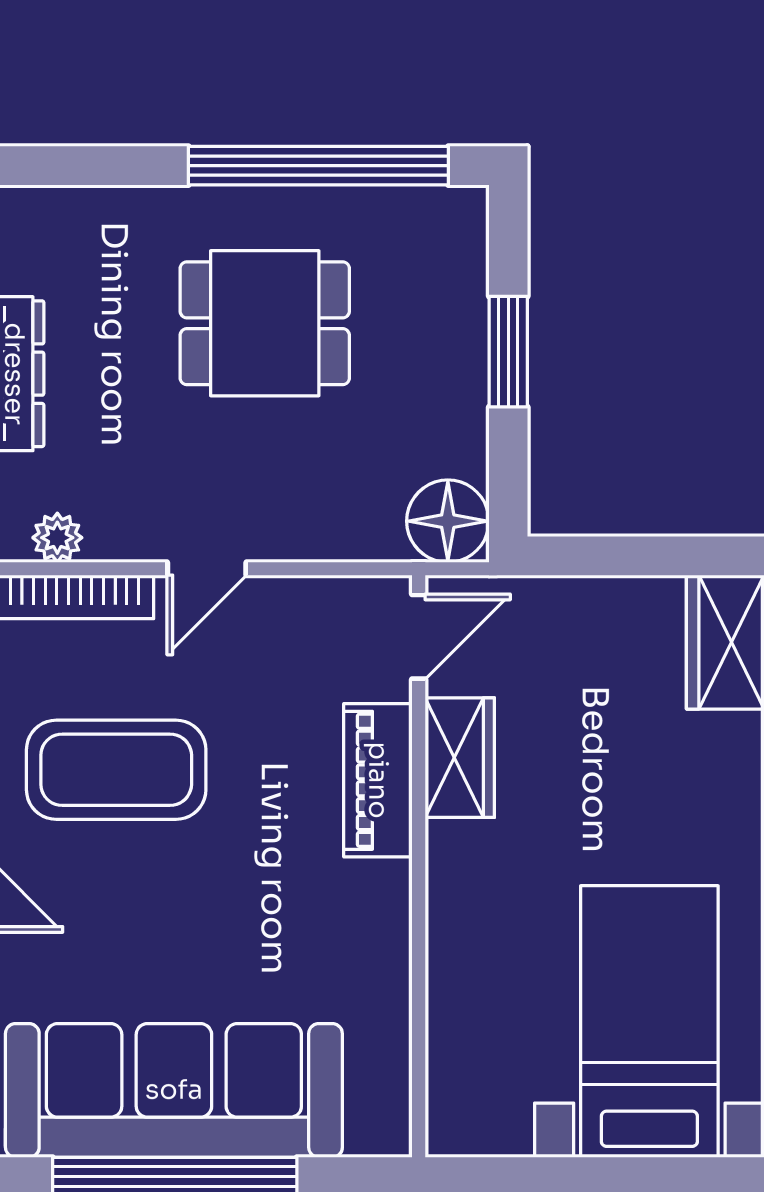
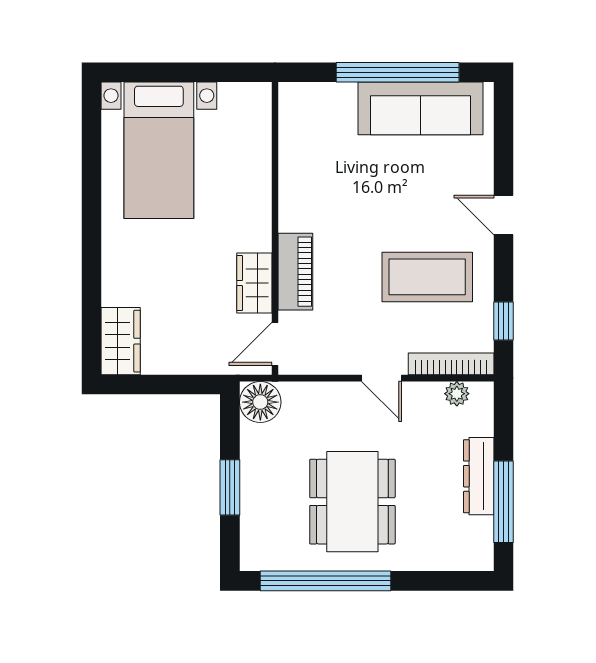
dining table: (265, 323) -> (352, 502), width x1.38
door: (207, 569) -> (382, 378), swing flipped
sofa: (174, 1090) -> (421, 108), width x0.74, depth x0.79

